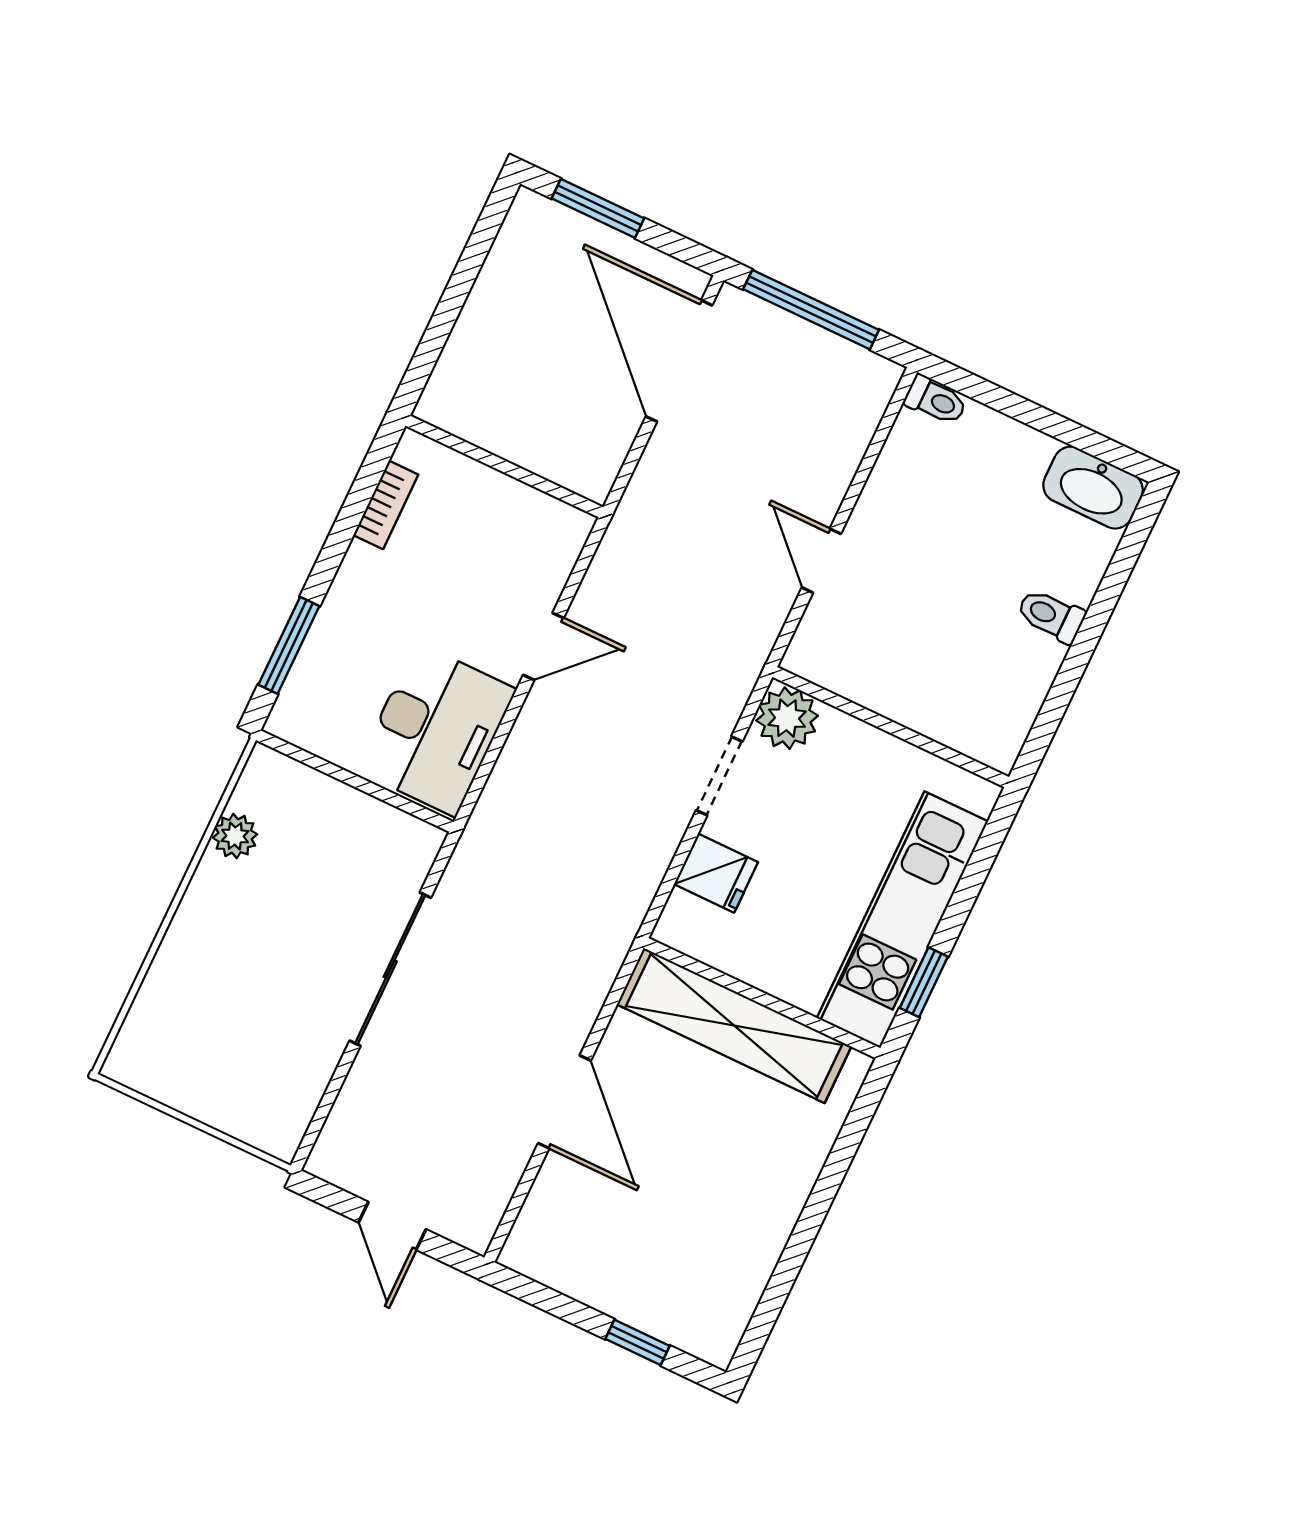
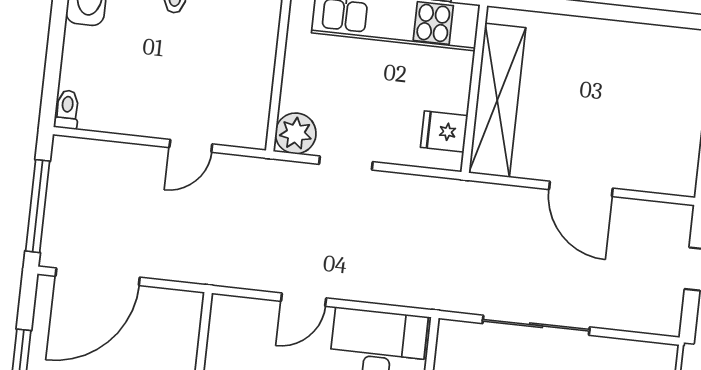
door: (543, 647) -> (304, 300), swing flipped
fridge: (716, 873) -> (444, 131), moved, turned -90
door: (564, 1102) -> (581, 189), swing flipped

